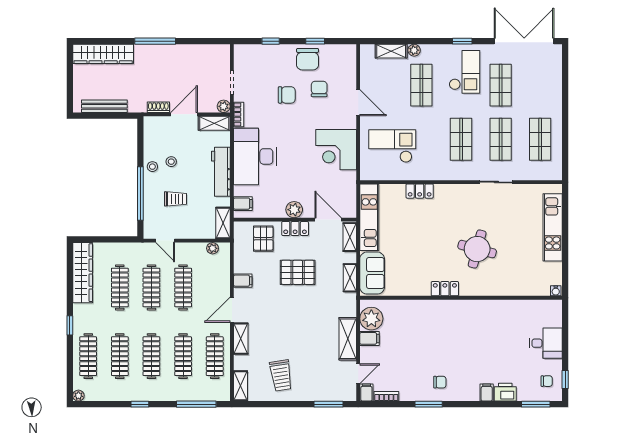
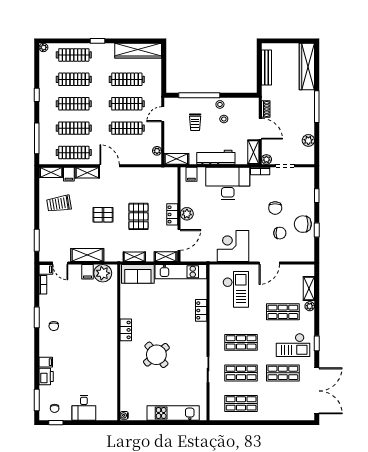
plant: (199, 52) -> (308, 140), added
pallet: (263, 239) -> (103, 215), moved
round table: (477, 249) -> (156, 355), turned 35
filing cabinet: (243, 281) -> (69, 174), moved

